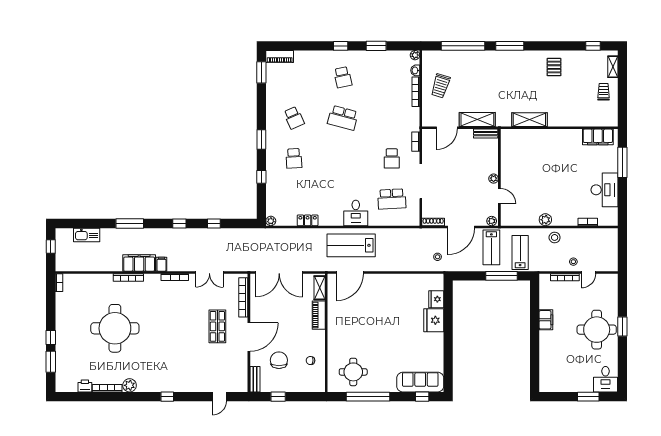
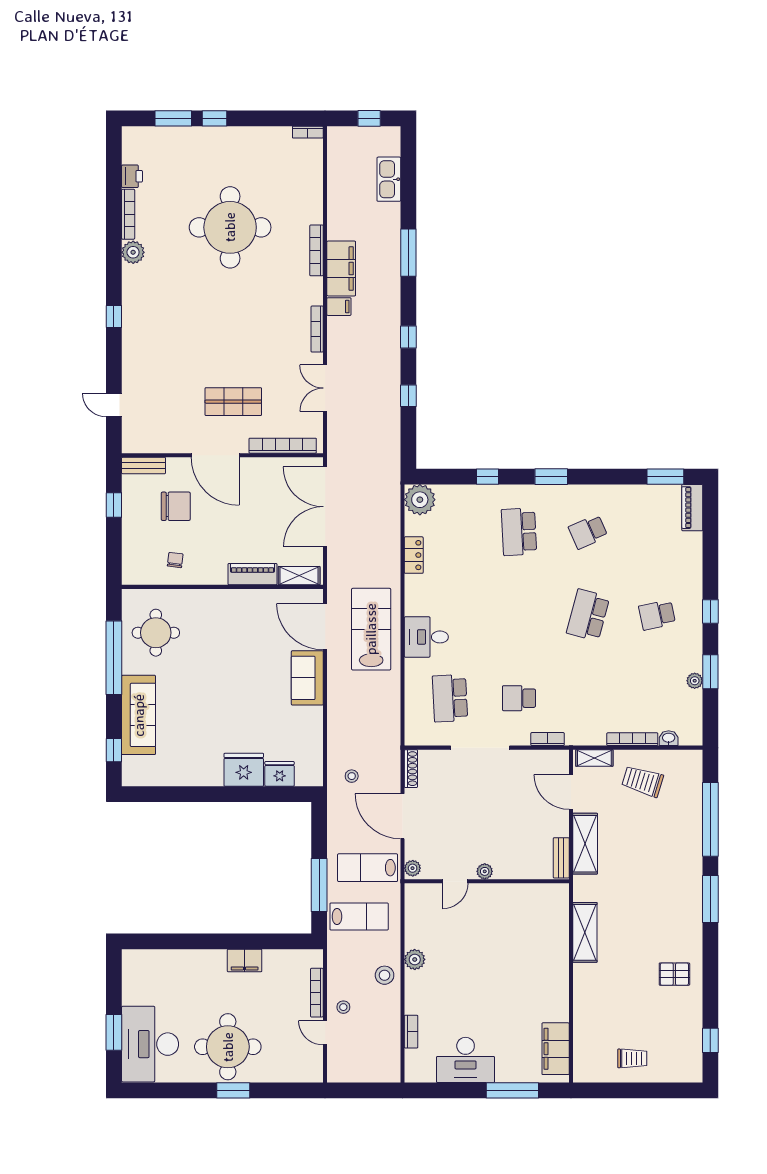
plant: (415, 55) -> (695, 681), moved
shelving: (613, 67) -> (594, 758), moved
school desk: (294, 158) -> (519, 532), width x1.85
plant: (271, 221) -> (420, 500), width x1.87, depth x1.87
sofa: (380, 283) -> (307, 678), added
desk: (605, 379) -> (150, 1044), width x1.87, depth x1.30
sofa: (420, 382) -> (139, 715), moved

